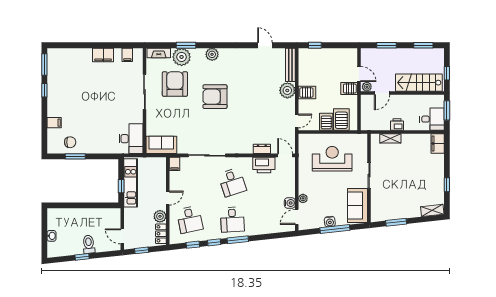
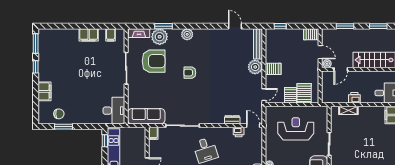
armchair: (175, 84) -> (154, 61), turned 90
server rack: (349, 89) -> (311, 34), moved
armchair: (215, 97) -> (190, 73), width x0.53, depth x0.53
filing cabinet: (54, 123) -> (44, 91), width x2.00
sofa: (161, 145) -> (146, 116), width x1.36
printer: (264, 165) -> (239, 132), width x0.53, depth x0.68
window: (121, 186) -> (105, 141), moved

